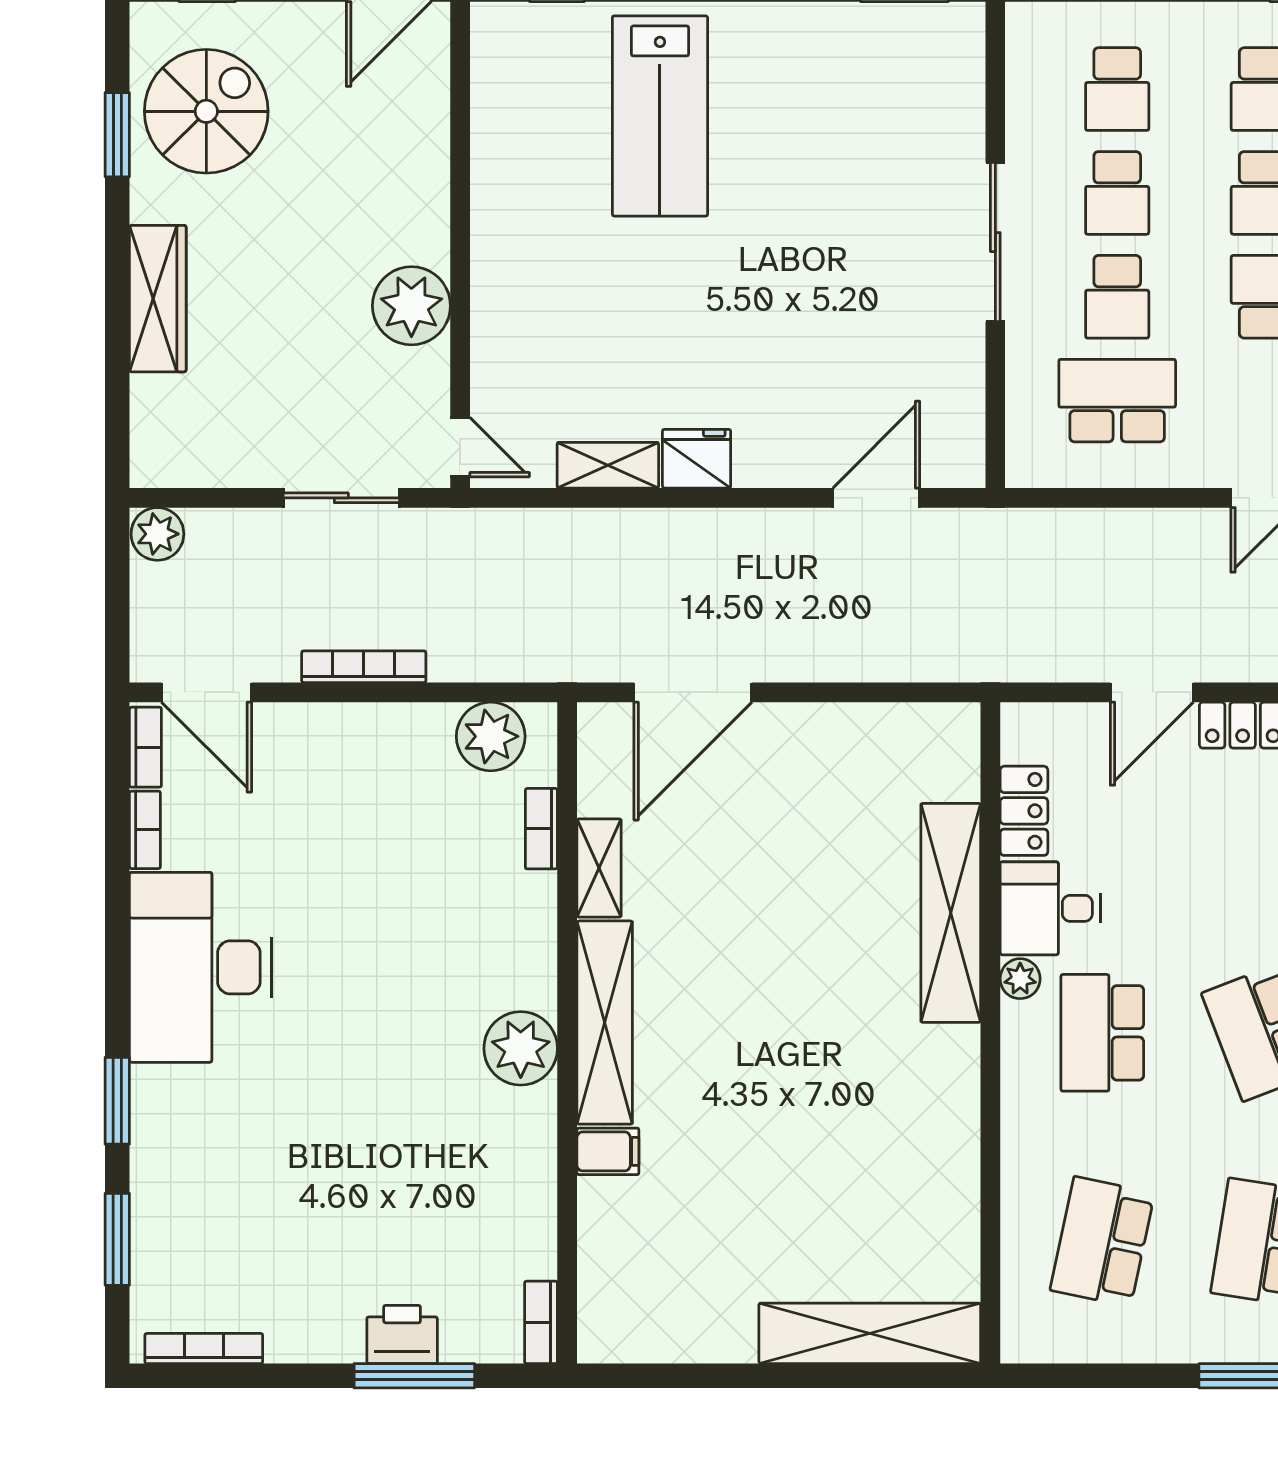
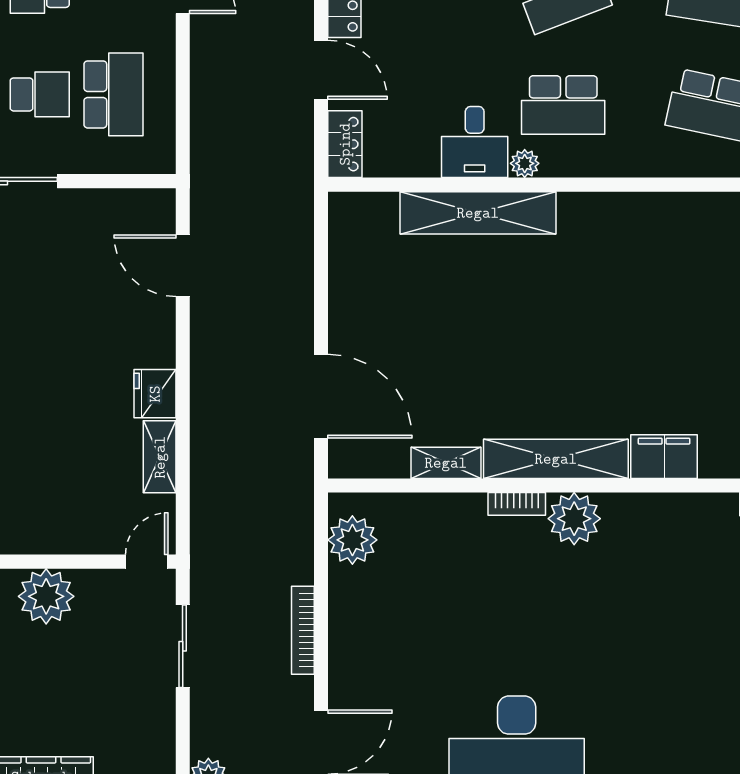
school desk: (1117, 401) -> (114, 94), turned 180
locker: (1024, 811) -> (345, 144), moved, turned 90
bookcase: (541, 829) -> (517, 504), moved
filing cabinet: (608, 1151) -> (664, 457), width x2.00

